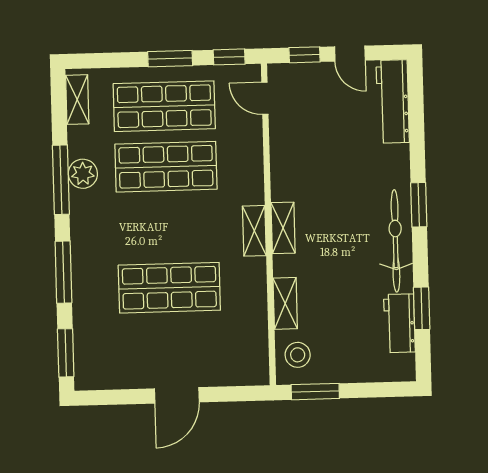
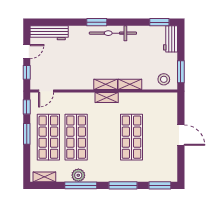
shelving: (285, 303) -> (130, 84), moved
window: (422, 308) -> (159, 22), moved
workbench: (399, 323) -> (170, 39), moved, turned 90

